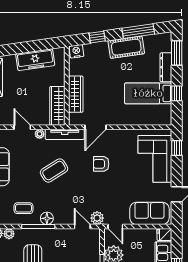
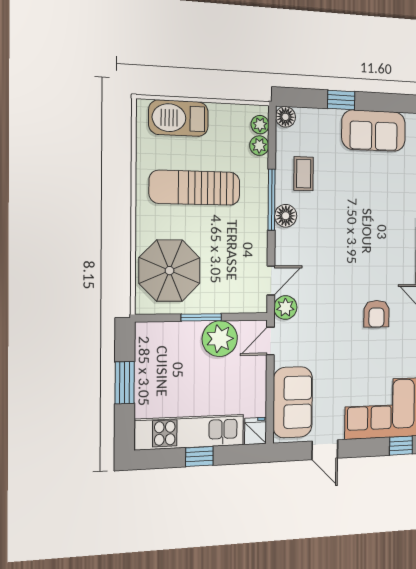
armchair: (101, 164) -> (376, 314), turned 180
coffee table: (54, 171) -> (366, 230), removed

